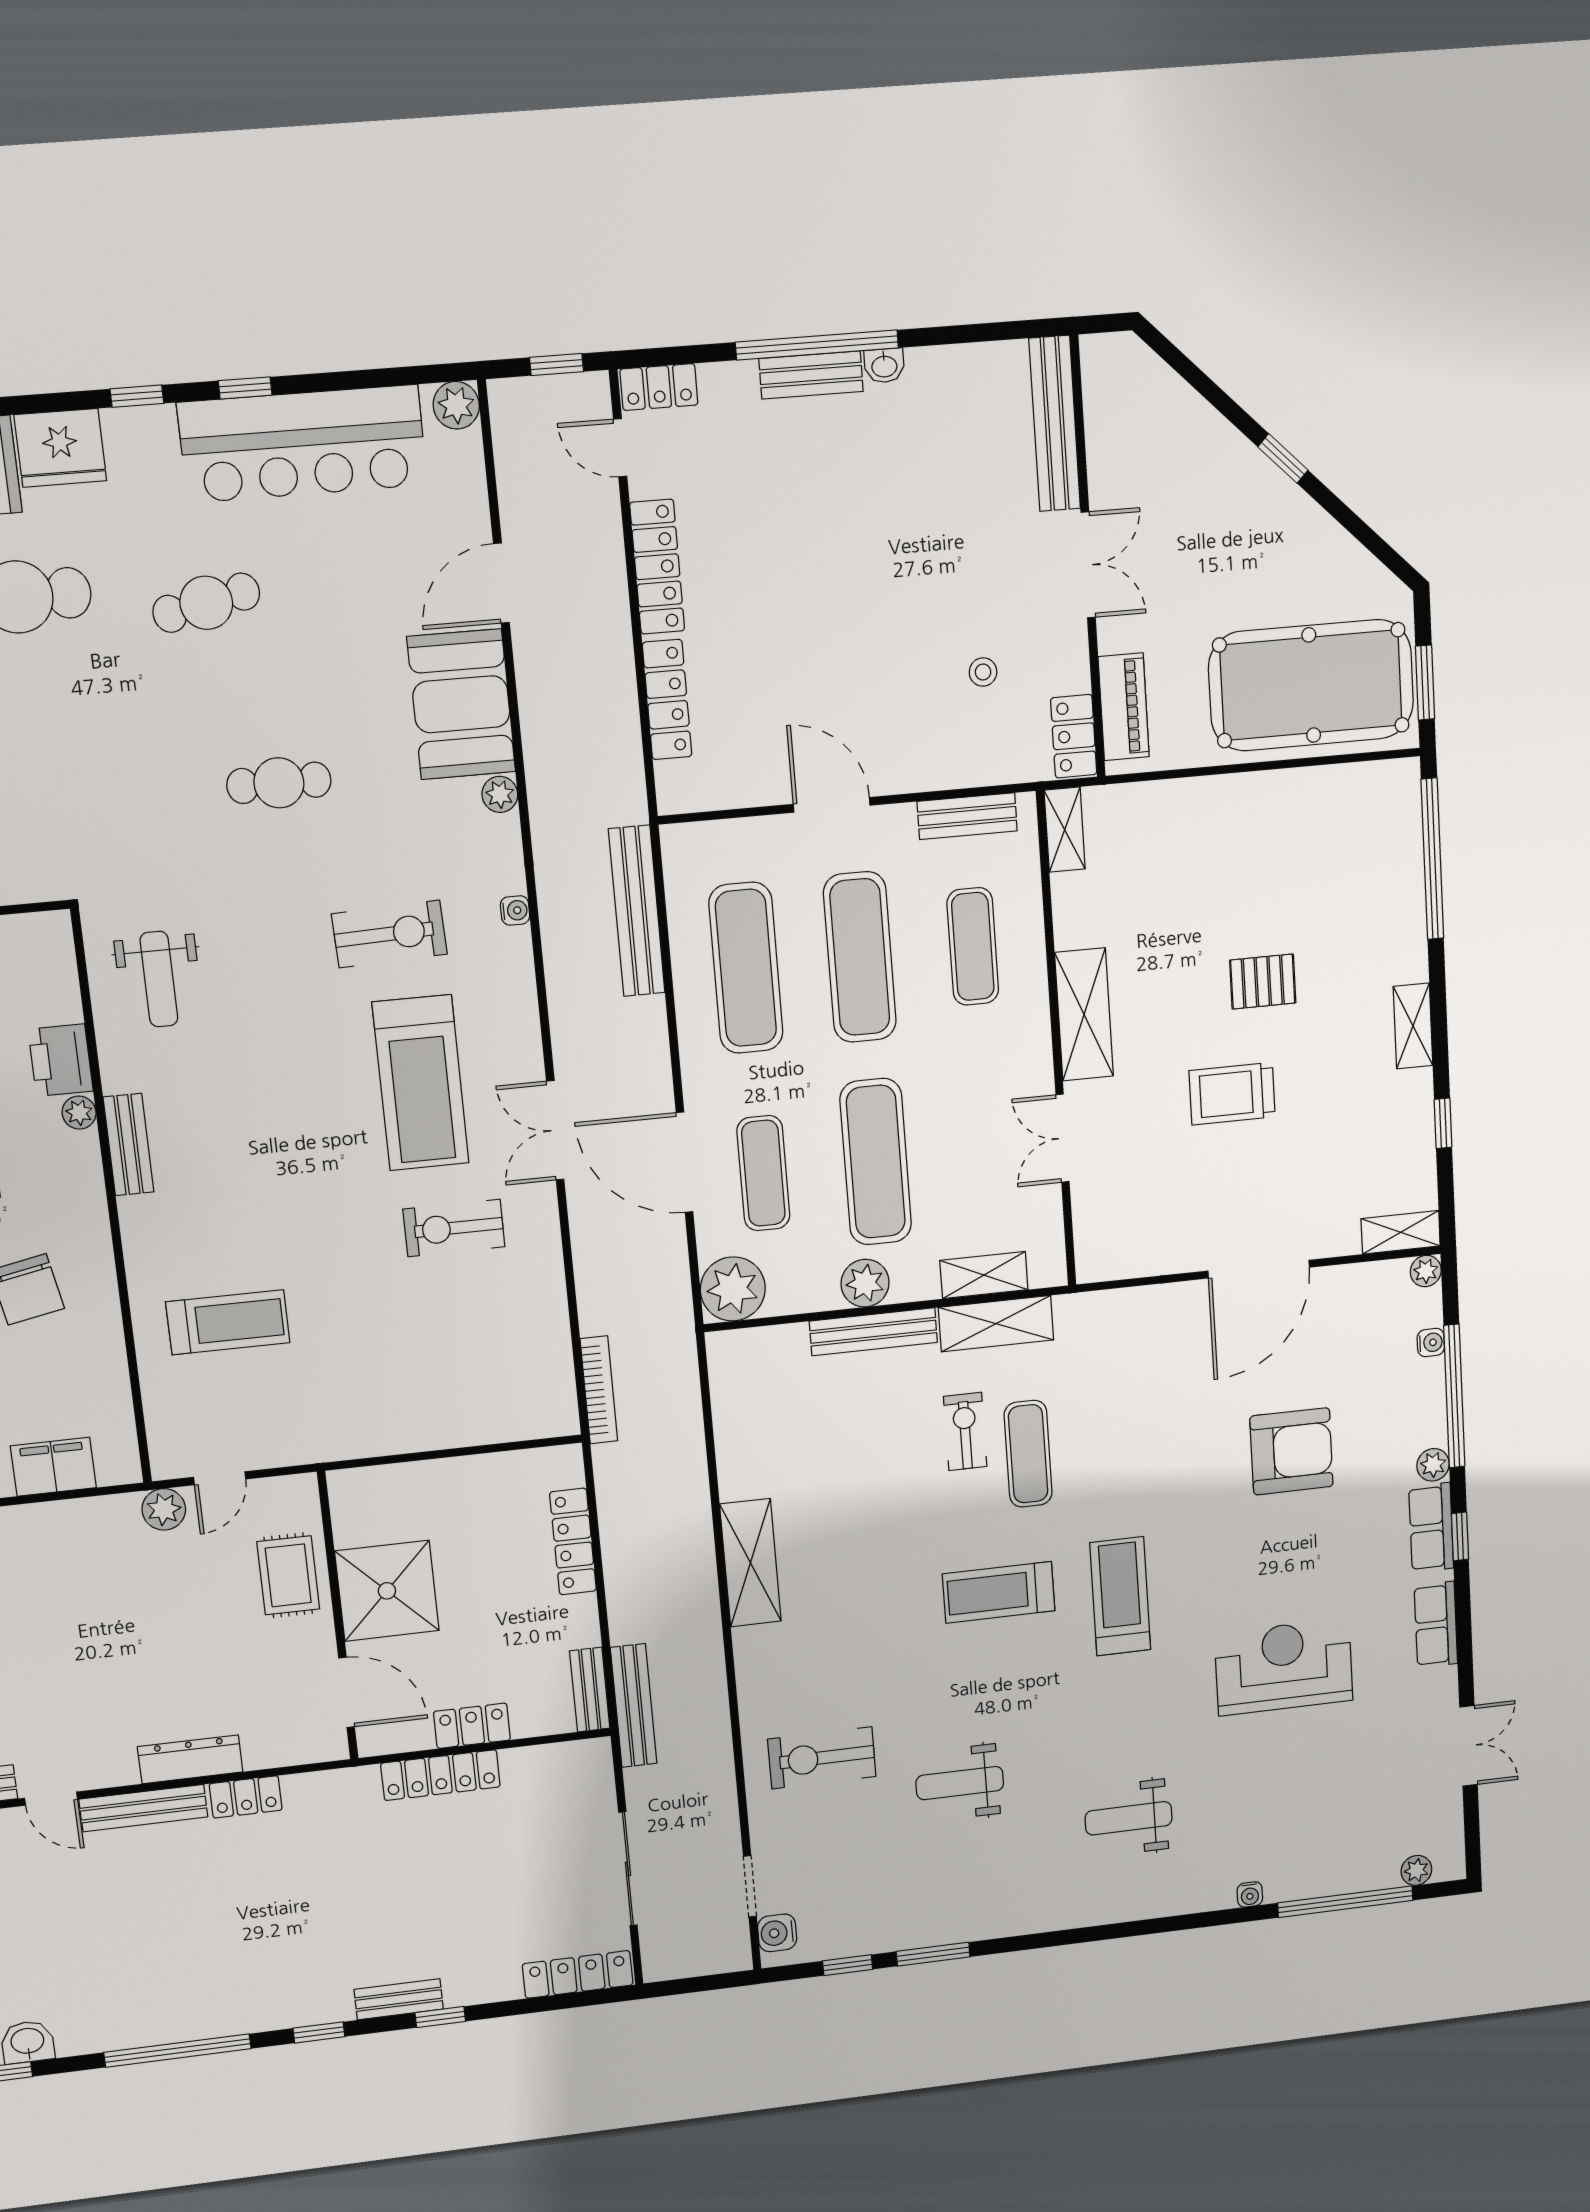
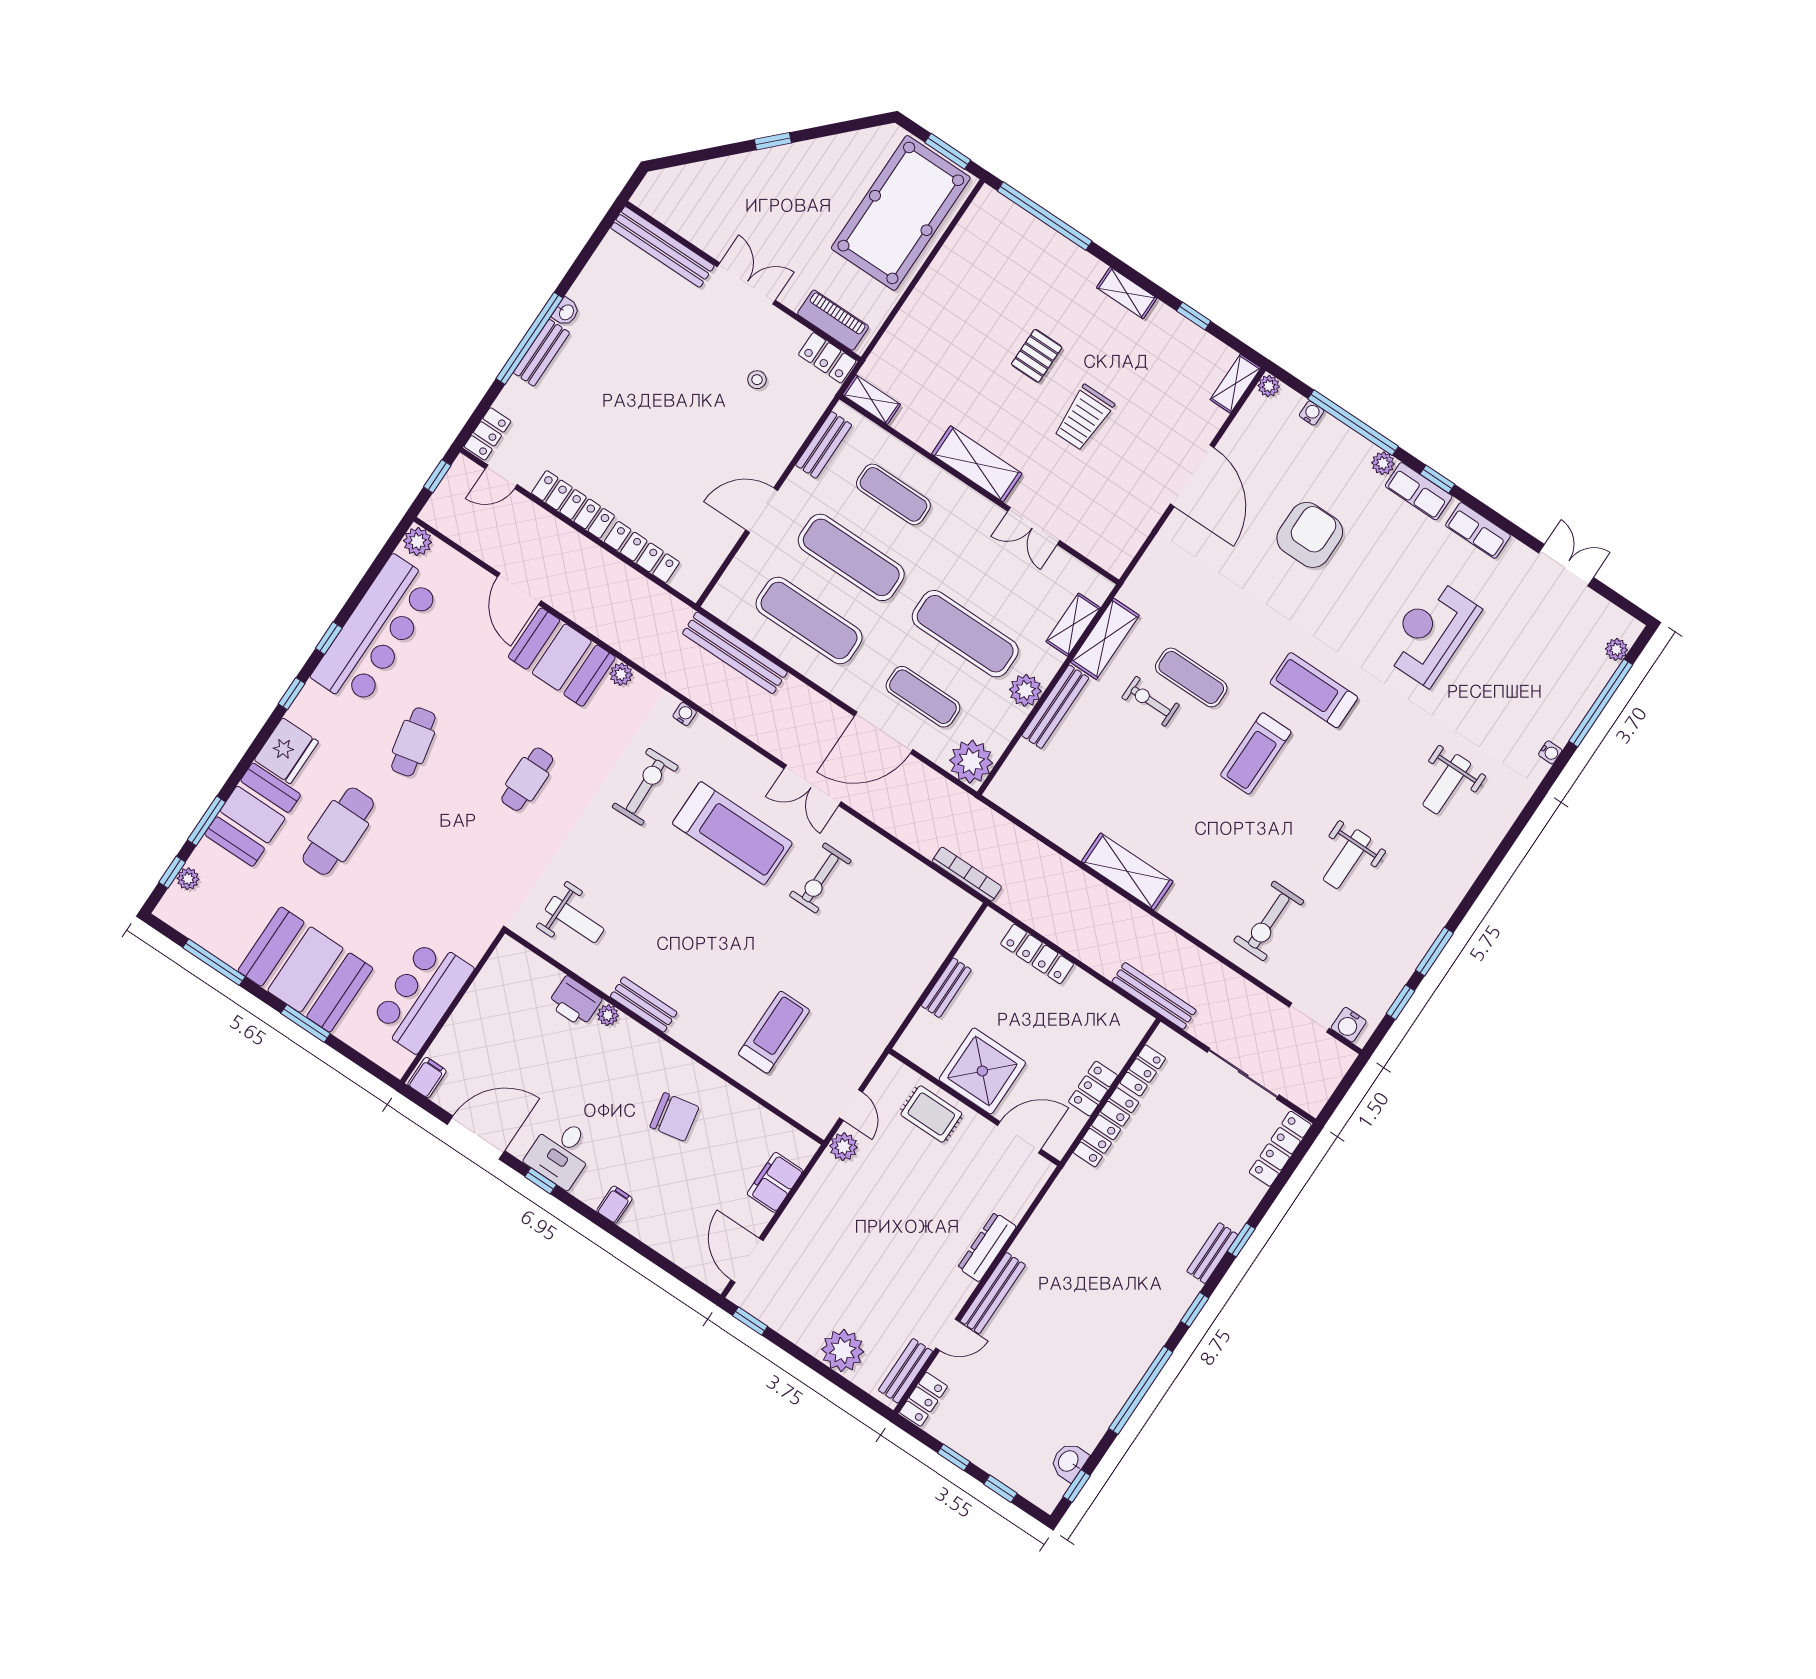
bench: (590, 1690) -> (946, 988), moved, turned 90
locker: (246, 1797) -> (1143, 1070), moved

